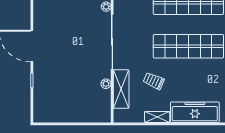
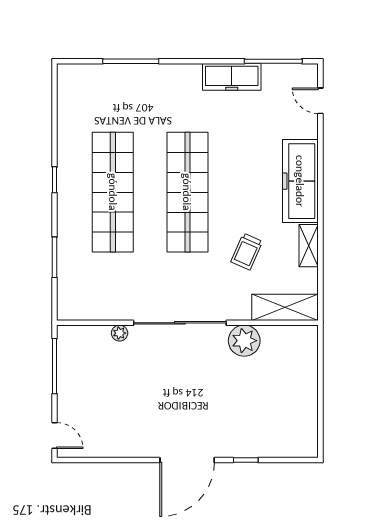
plant: (106, 84) -> (244, 341), width x1.87, depth x1.87
shelving: (121, 89) -> (285, 307), moved

